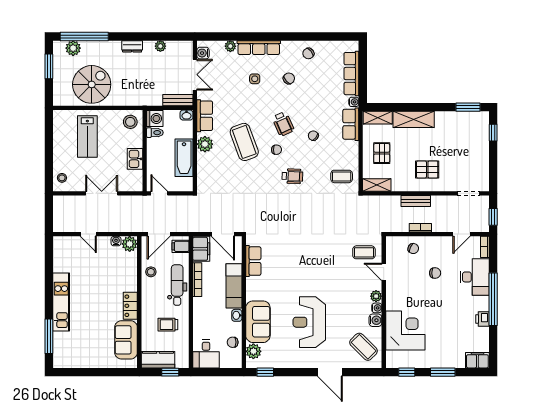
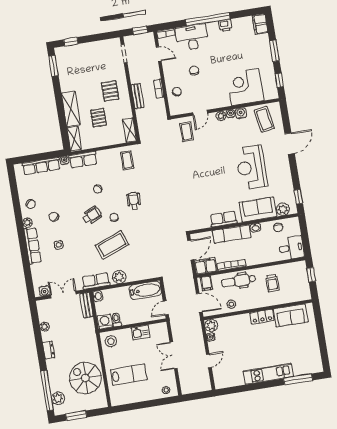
plant: (230, 46) -> (28, 223), moved
pallet: (382, 153) -> (98, 118), moved, turned 90
bathtub: (184, 158) -> (145, 290), moved
row of seats: (253, 261) -> (224, 219), moved
reception desk: (309, 322) -> (251, 167), turned 90
coffee table: (364, 347) -> (264, 119), turned -55
kitchen counter: (158, 360) -> (303, 287), removed

